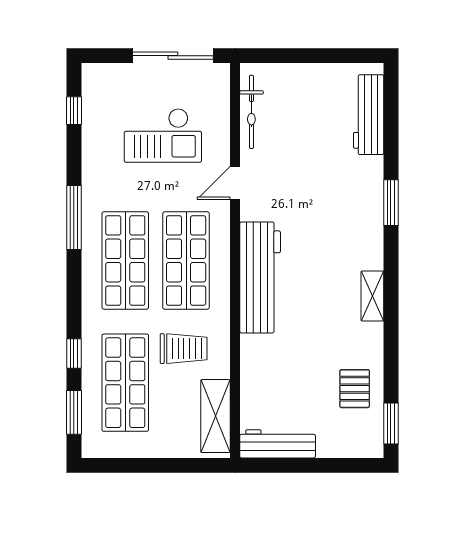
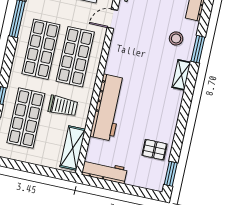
stool: (350, 193) -> (176, 38), added
workbench: (260, 277) -> (108, 107), moved
shelving: (372, 296) -> (181, 75), moved
pallet: (355, 389) -> (155, 150), turned 90

